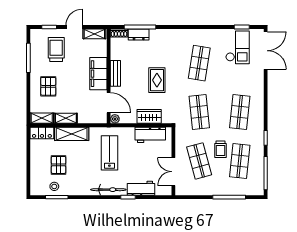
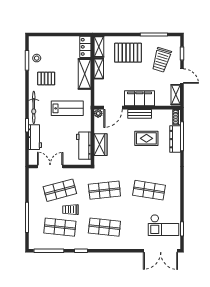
dresser: (139, 35) -> (175, 139), width x1.44
trolley: (56, 49) -> (161, 60), turned 107
rug: (157, 80) -> (146, 138), moved
pallet: (48, 86) -> (128, 53), width x1.50, depth x1.42
pallet: (59, 165) -> (46, 79), moved

